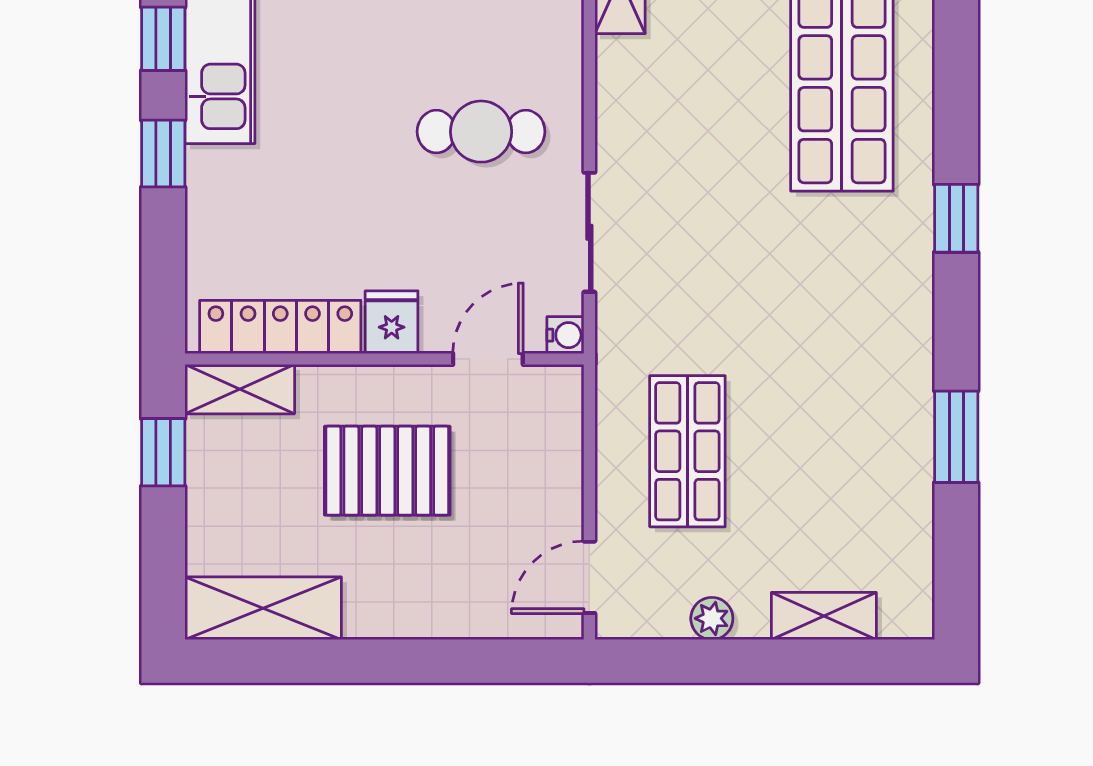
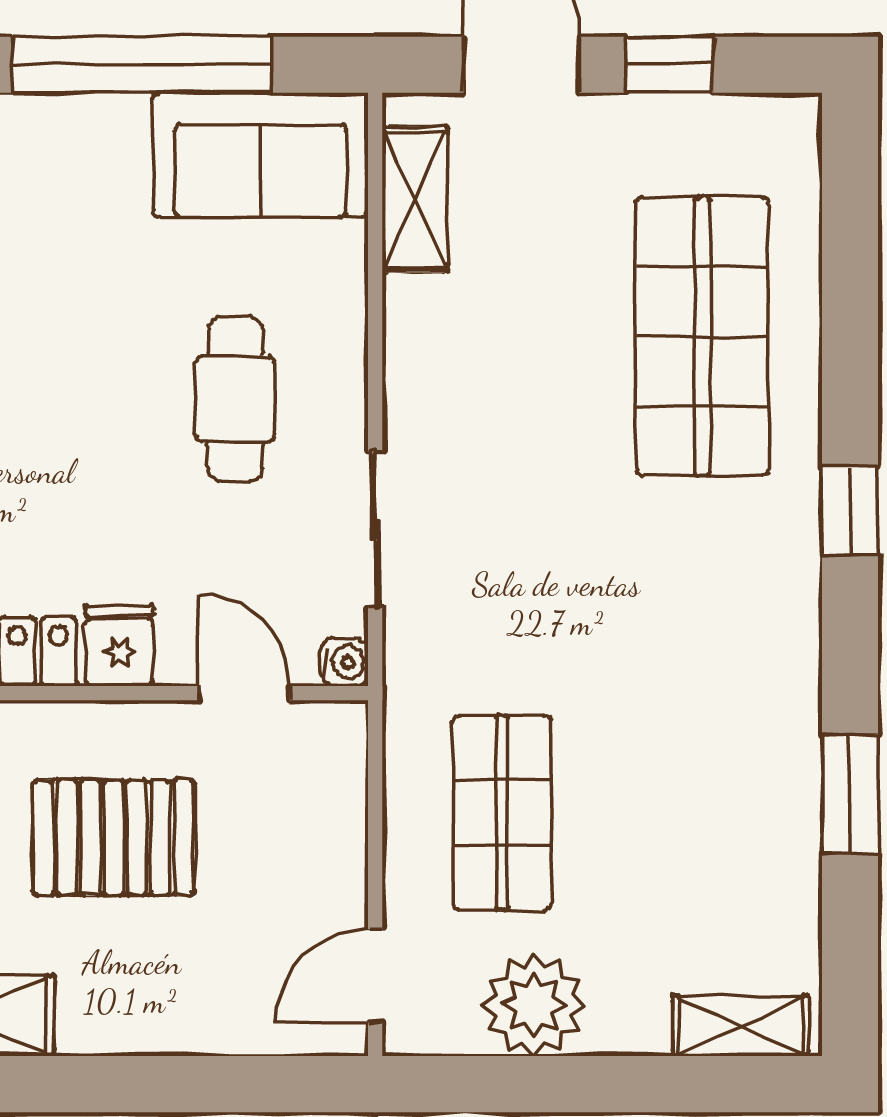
cafe table: (481, 132) -> (235, 399), turned 90
door: (488, 359) -> (244, 693), hinge flipped
shelving: (824, 616) -> (741, 1026), moved
plant: (712, 618) -> (534, 1005), width x1.88, depth x1.88

